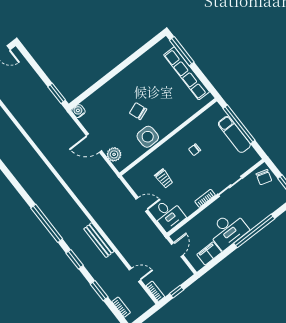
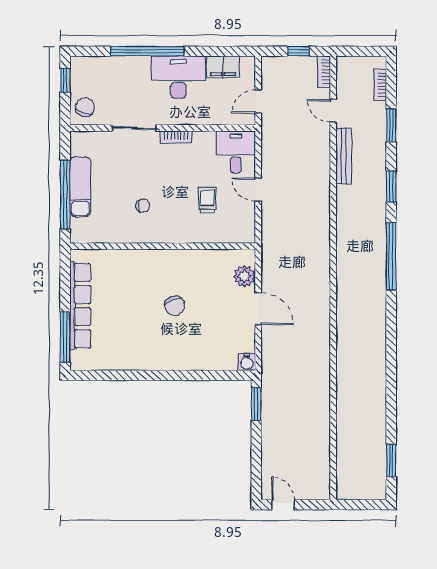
side table: (148, 137) -> (187, 266), removed
bench: (99, 240) -> (344, 156), moved

